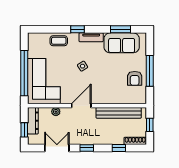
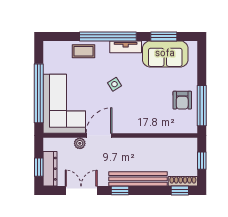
window: (77, 29) -> (108, 36), width x3.17
window: (150, 71) -> (202, 106), moved
door: (81, 106) -> (99, 135), moved
bench: (119, 113) -> (138, 179), moved
dresser: (33, 121) -> (50, 169), moved
window: (119, 148) -> (180, 191), moved

